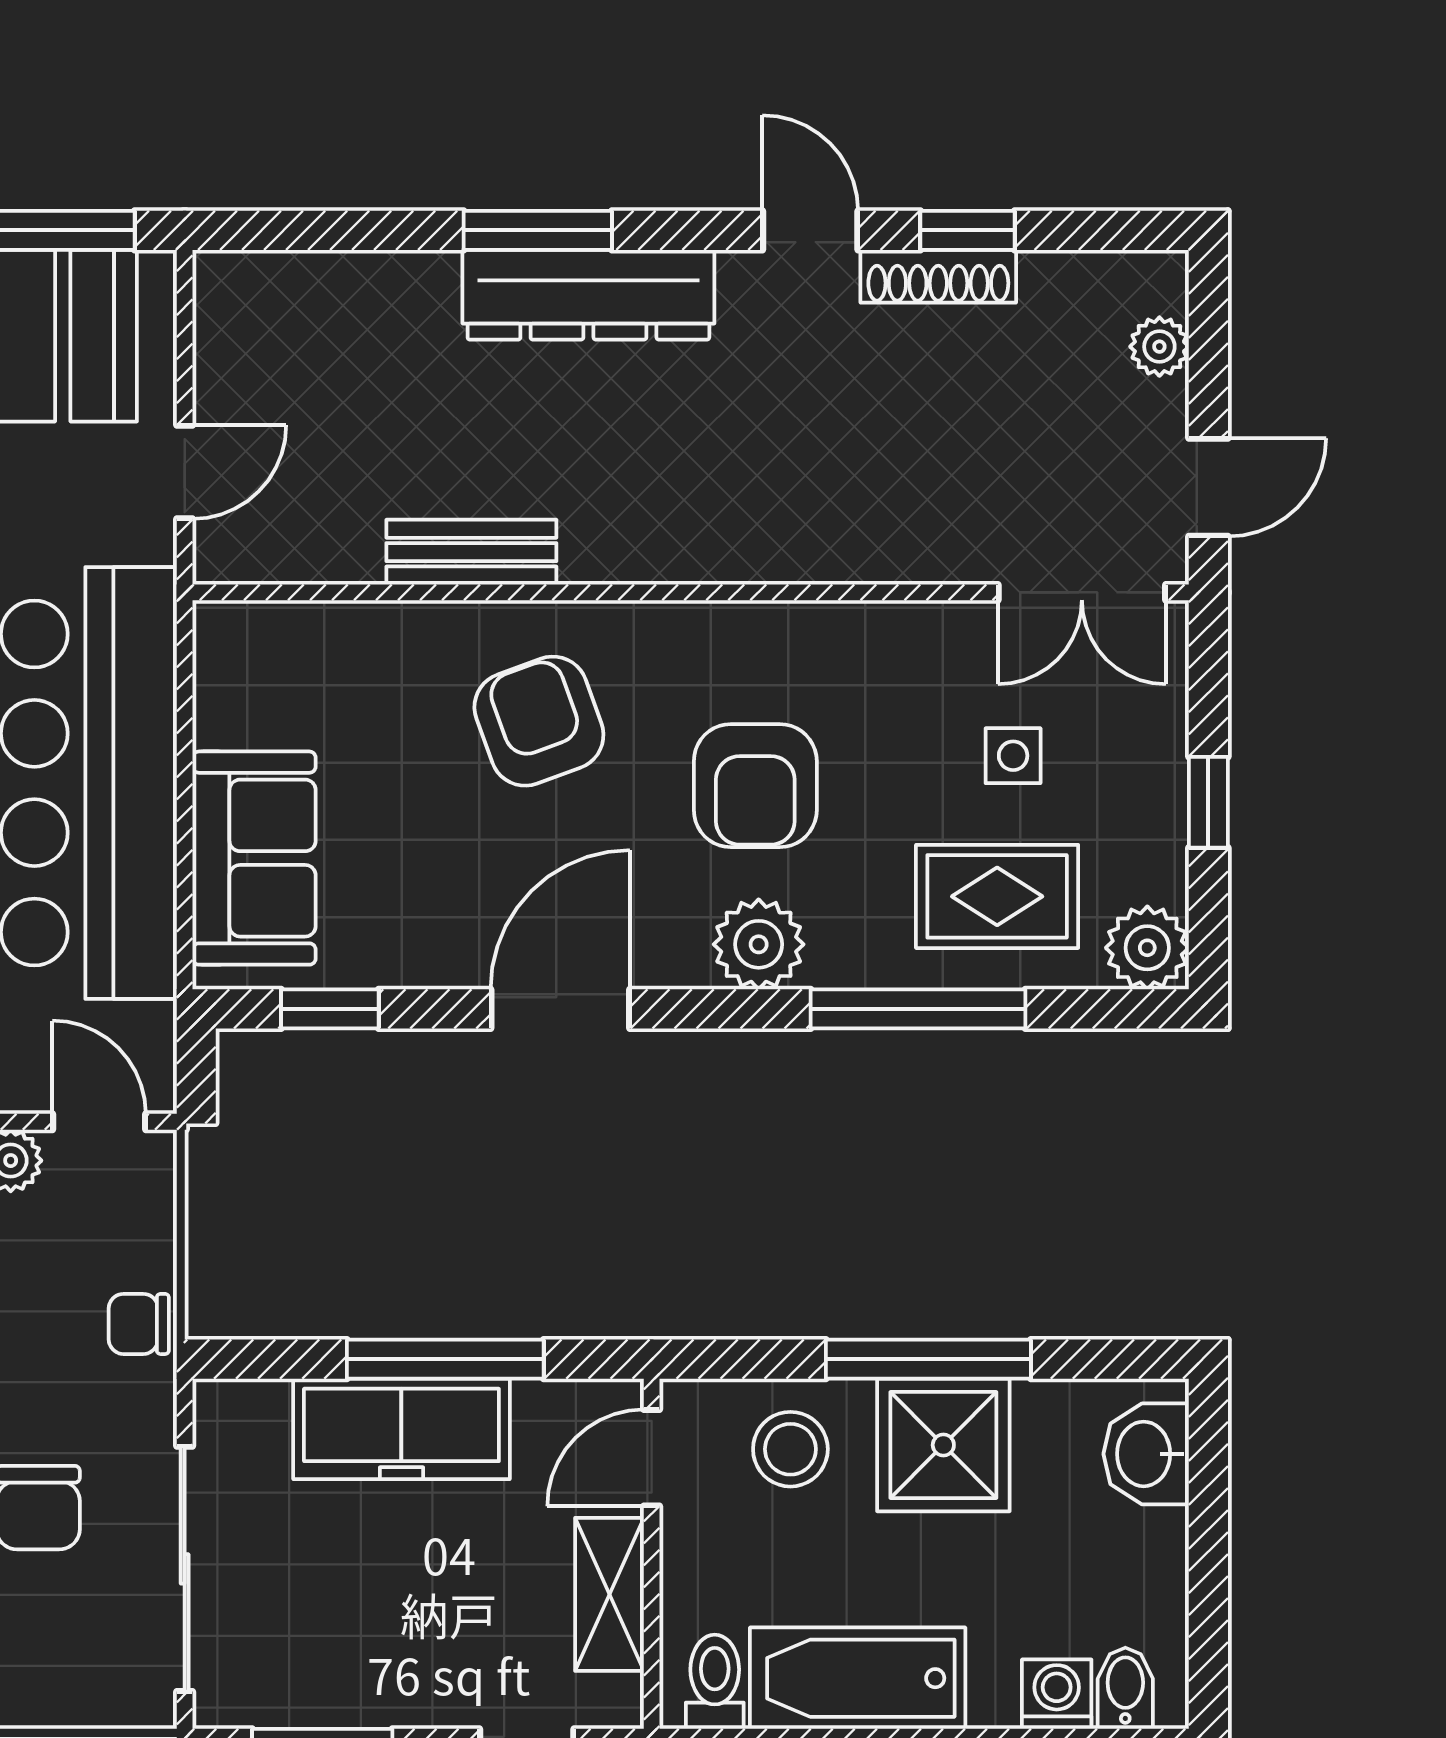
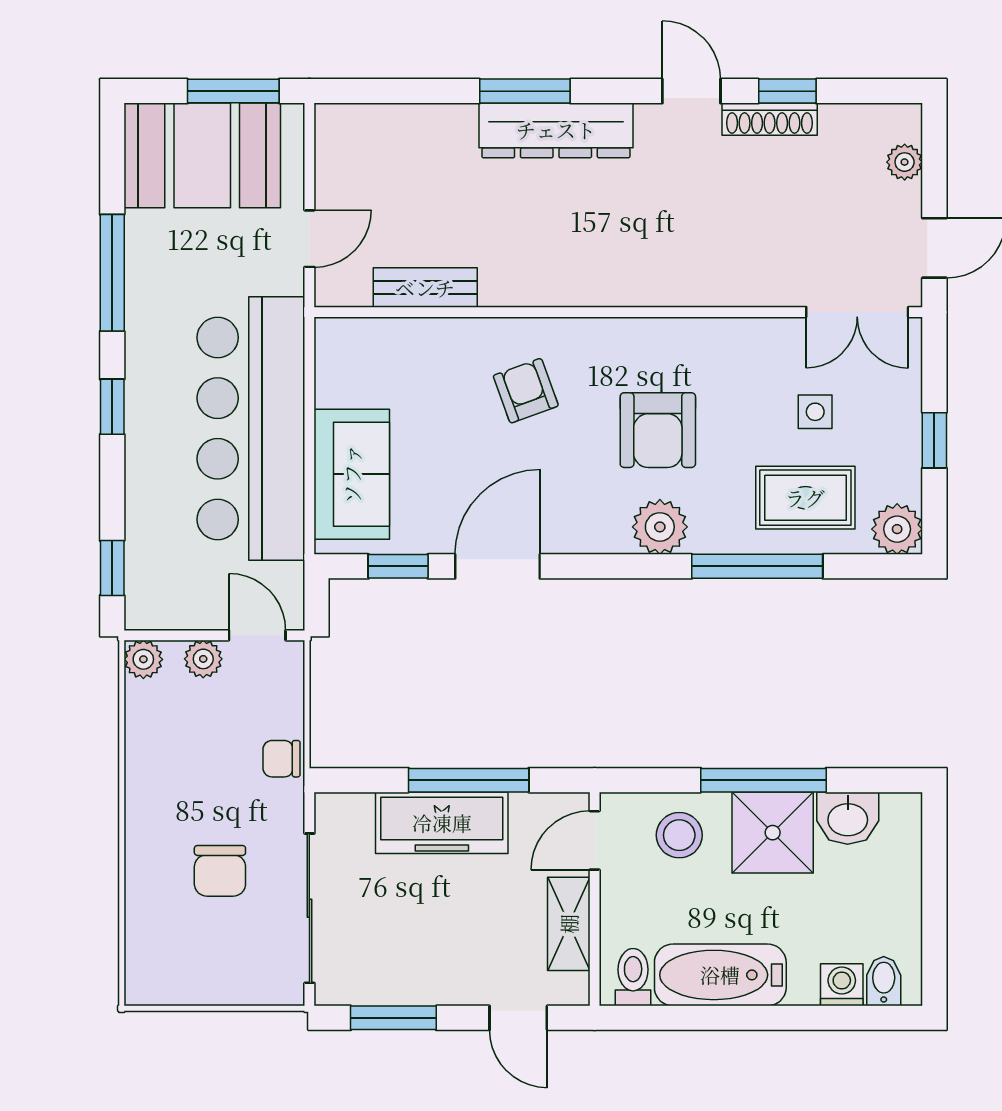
bench: (471, 552) -> (425, 288), moved
armchair: (539, 721) -> (526, 391), width x0.72, depth x0.72
door: (560, 1009) -> (497, 566), moved
washbasin: (1146, 1454) -> (848, 818), moved, turned -90

